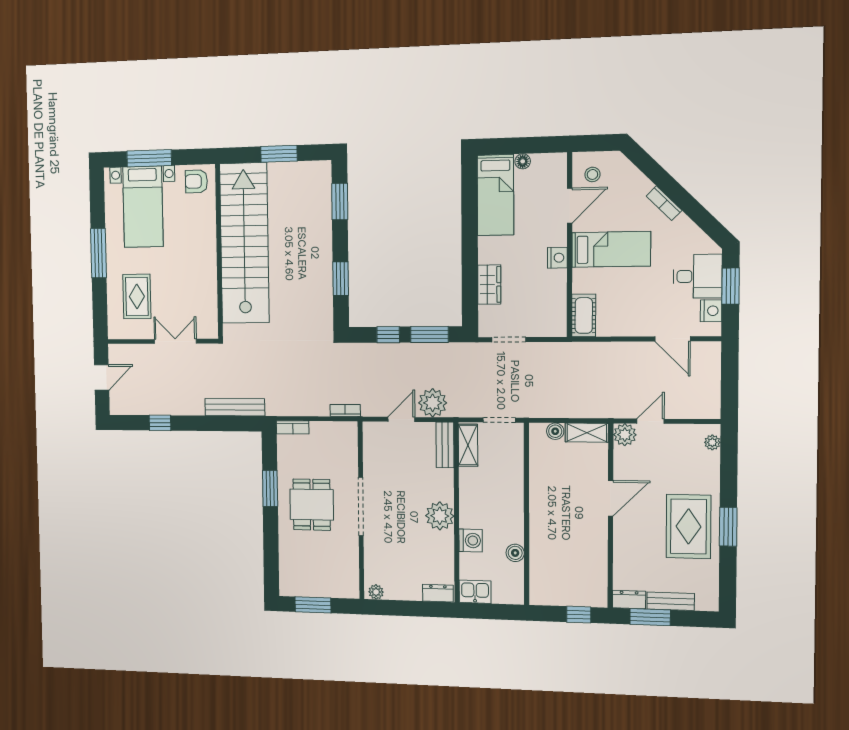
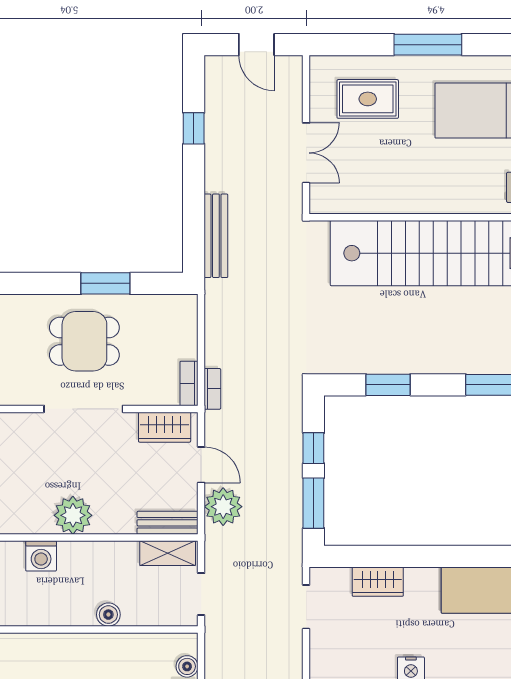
bookcase: (293, 427) -> (189, 383), moved
wardrobe: (374, 446) -> (165, 427), added
boiler: (515, 553) -> (108, 615), moved

